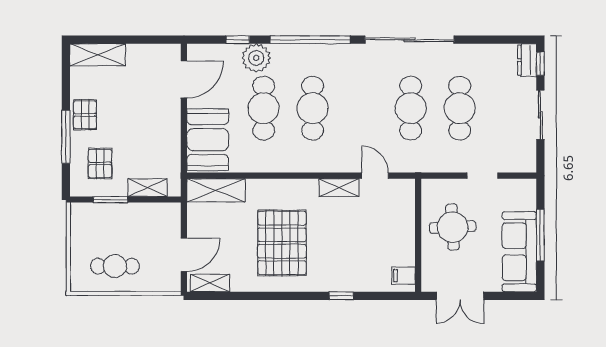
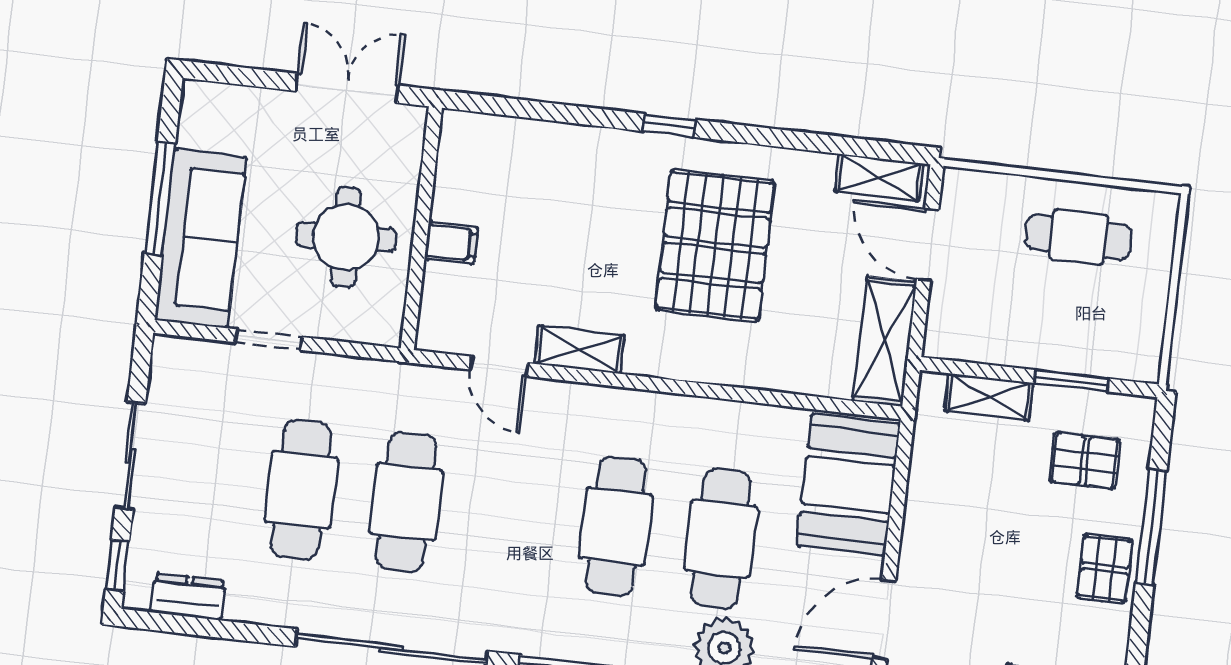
dresser: (527, 60) -> (188, 597), moved, turned -90
pallet: (100, 163) -> (1085, 461), turned 90
shelving: (216, 190) -> (885, 341), moved, turned 90
sofa: (519, 252) -> (201, 238), moved
door: (184, 255) -> (928, 244), hinge flipped
filing cabinet: (404, 276) -> (451, 243), moved
window: (341, 296) -> (669, 125), moved

